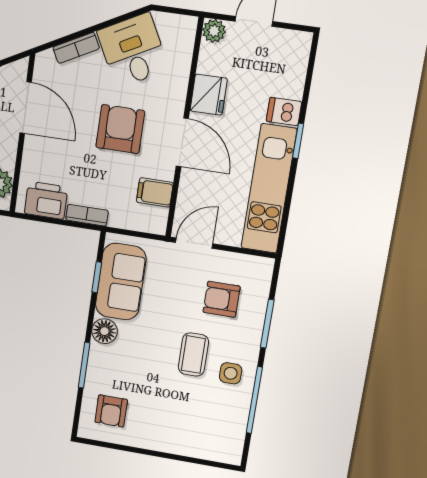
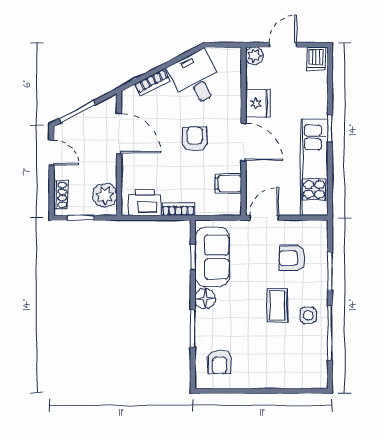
dishwasher: (284, 112) -> (316, 59), moved, turned -90
armchair: (120, 129) -> (195, 139), width x0.72, depth x0.72

